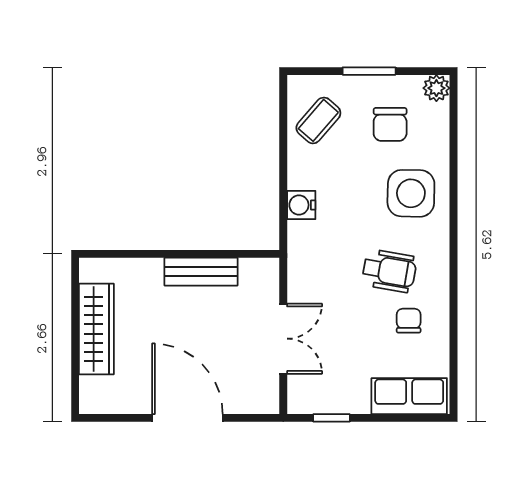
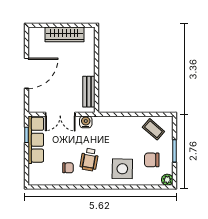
water cooler: (301, 205) -> (86, 122), moved
bench: (201, 272) -> (89, 92), moved
row of seats: (409, 396) -> (36, 140), moved, width x1.48

